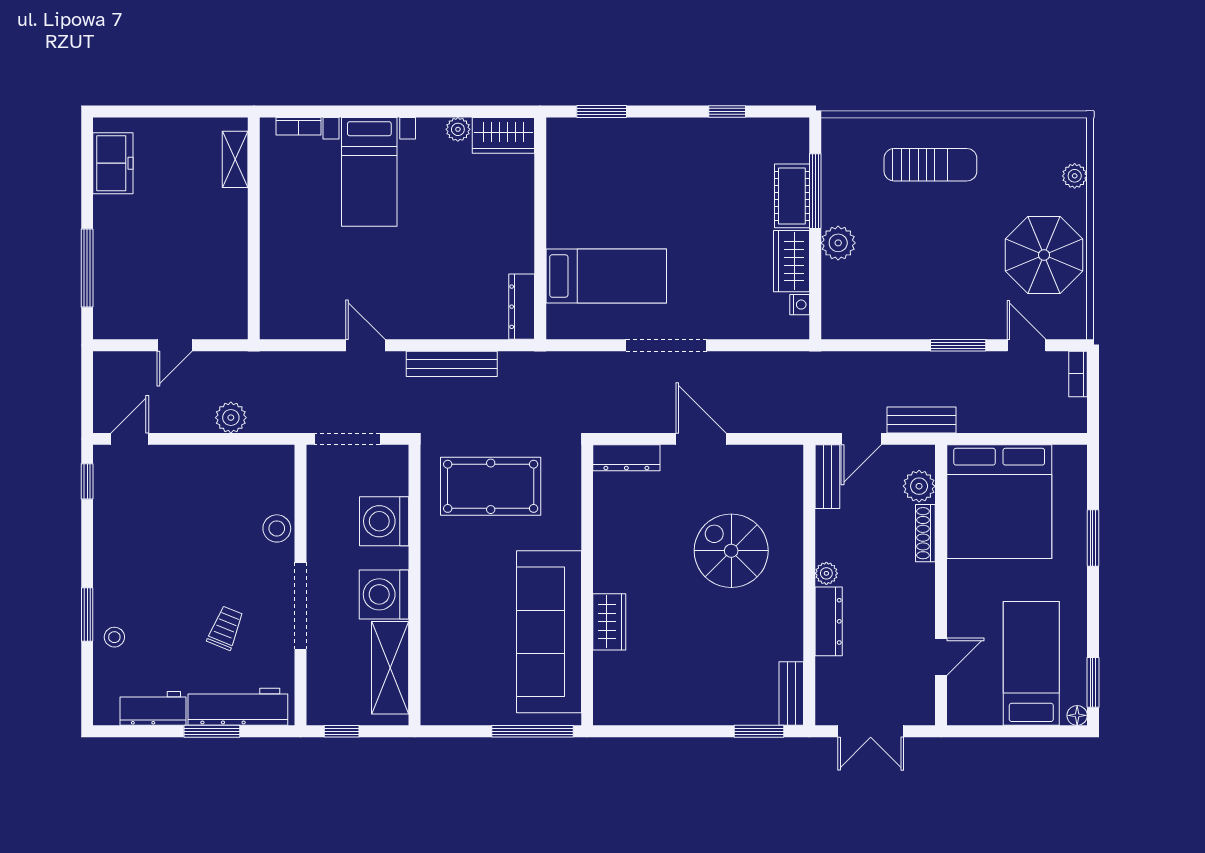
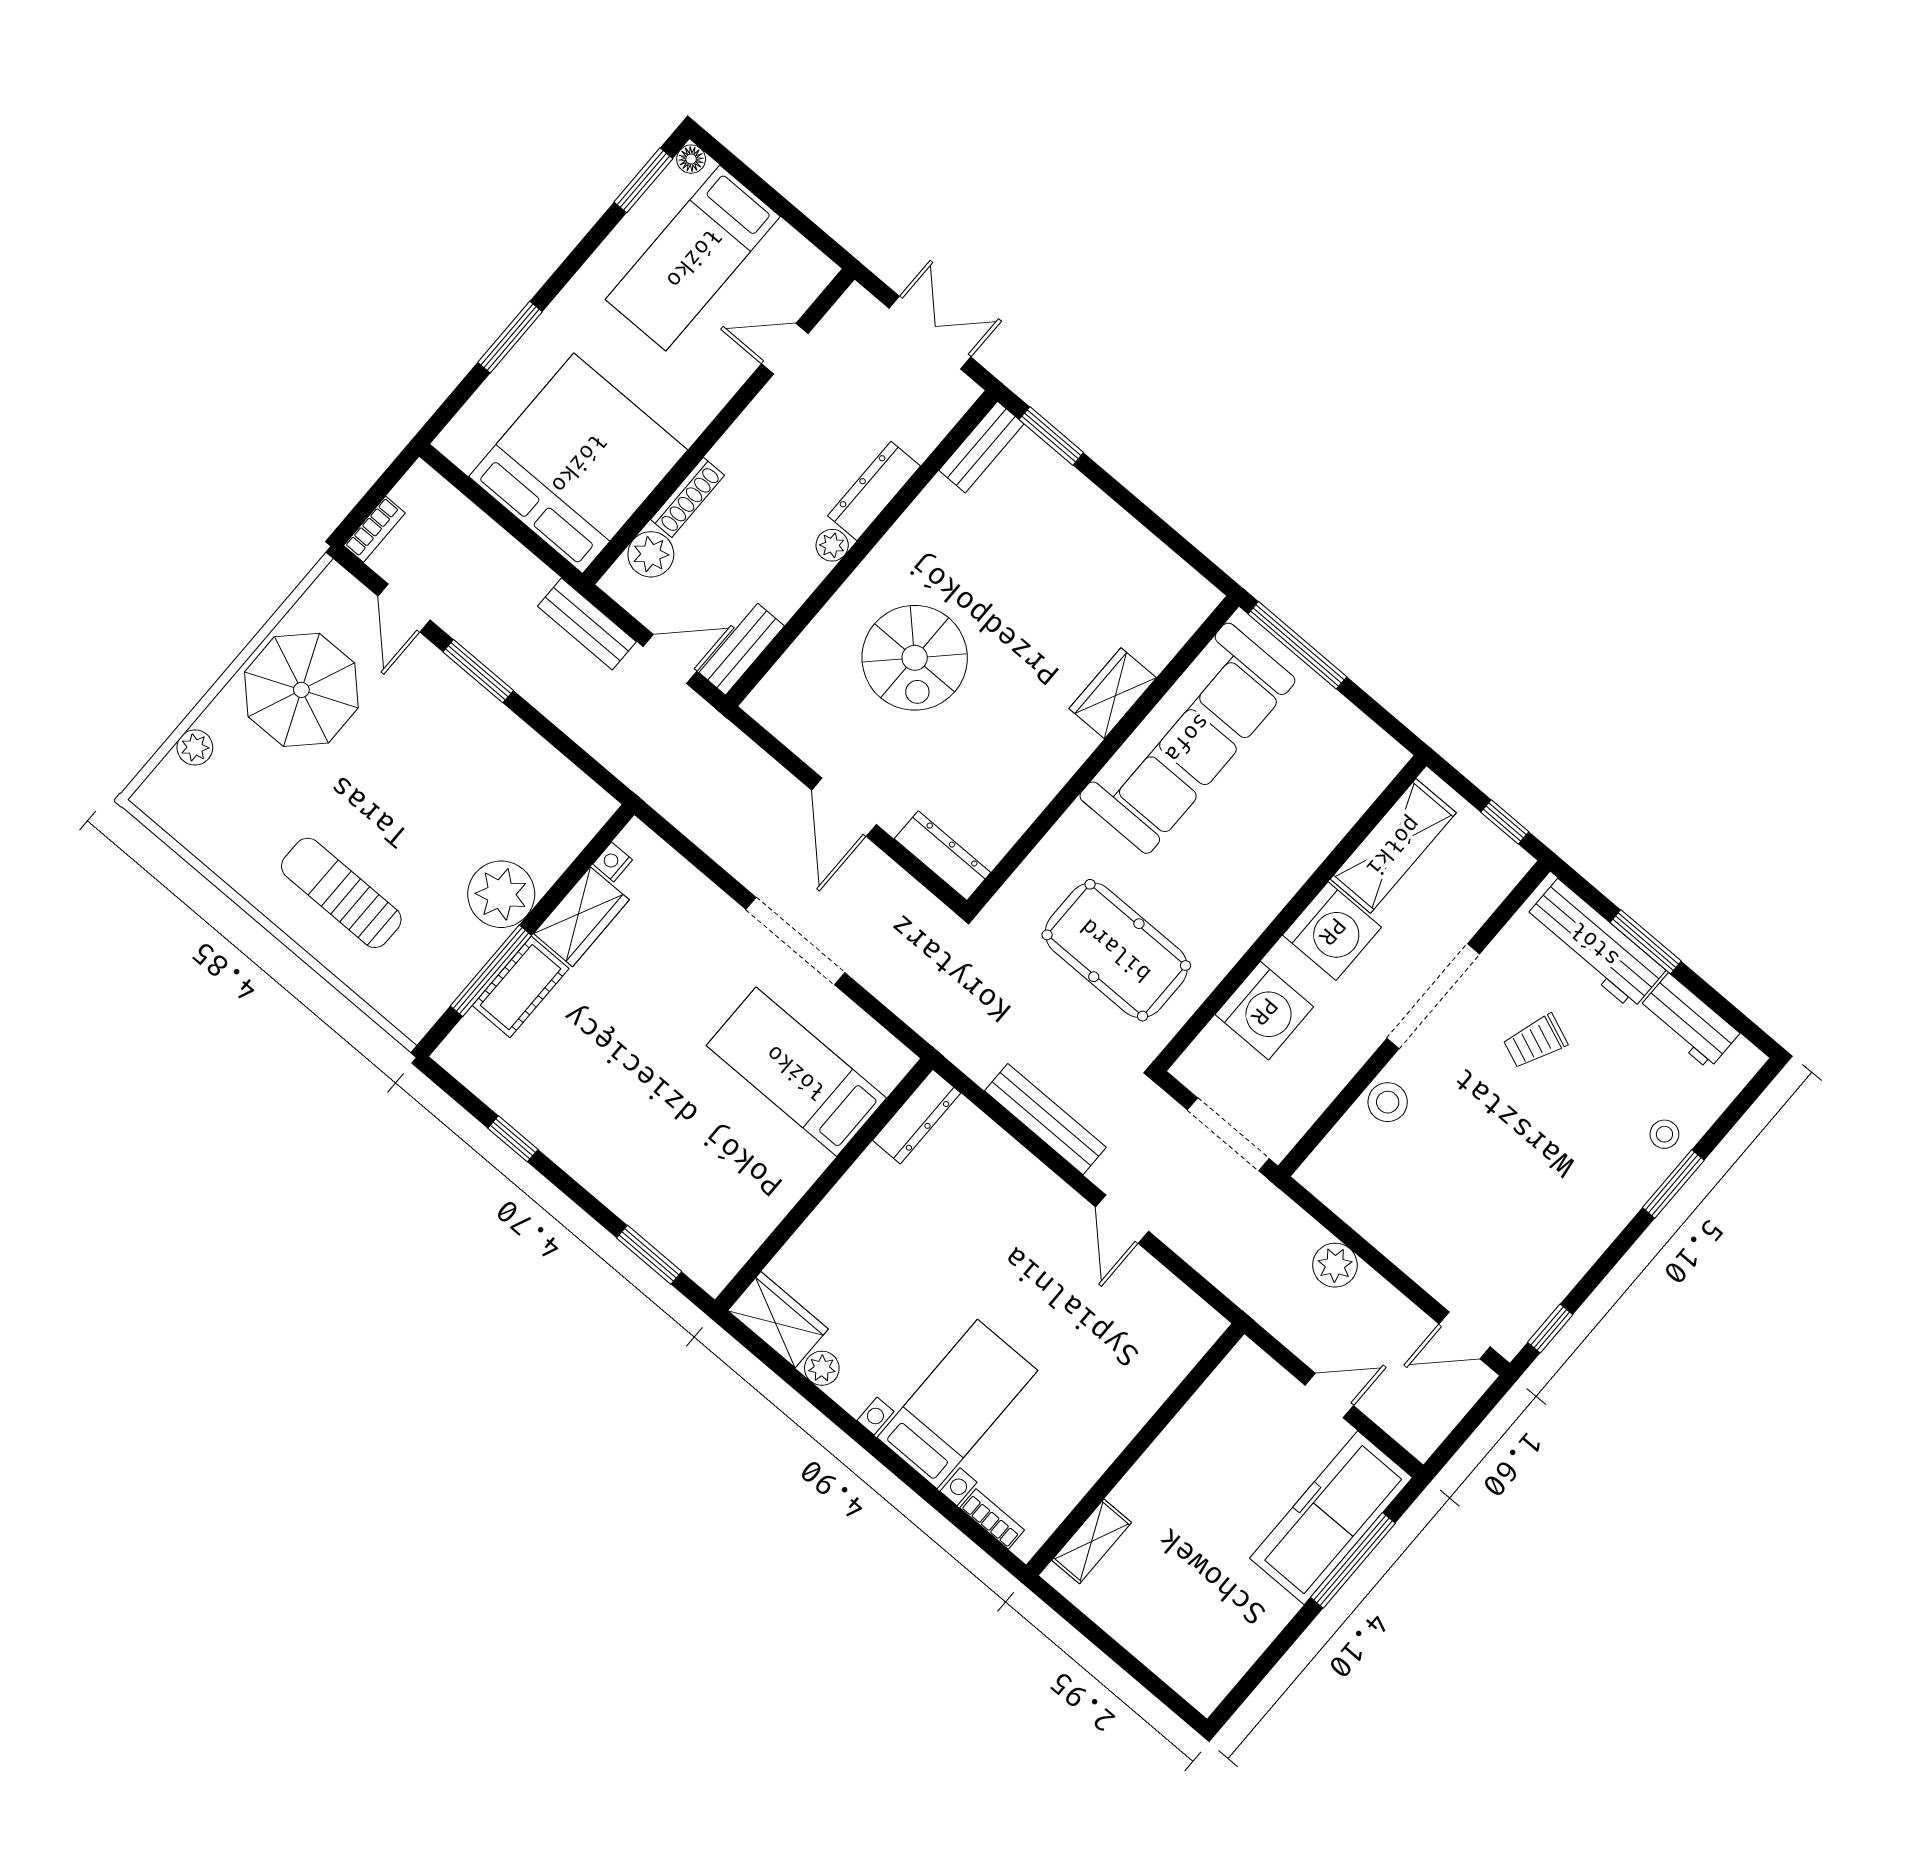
freezer: (113, 163) -> (1331, 1518), moved, width x1.91, depth x1.26
plant: (838, 243) -> (501, 894), width x1.36, depth x1.36

